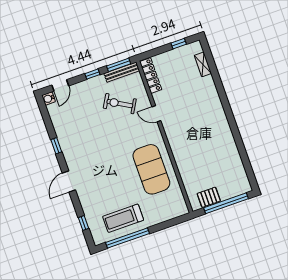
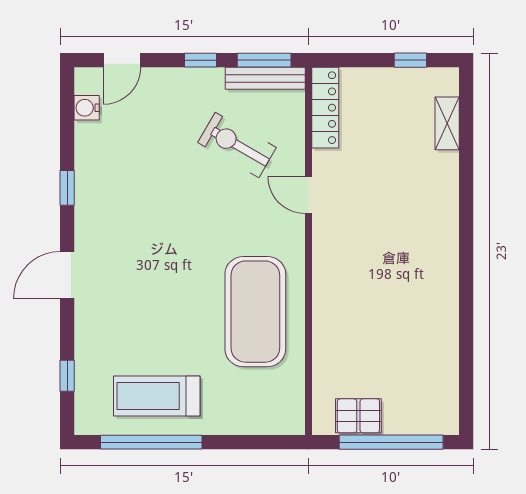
water cooler: (49, 99) -> (87, 108), moved

